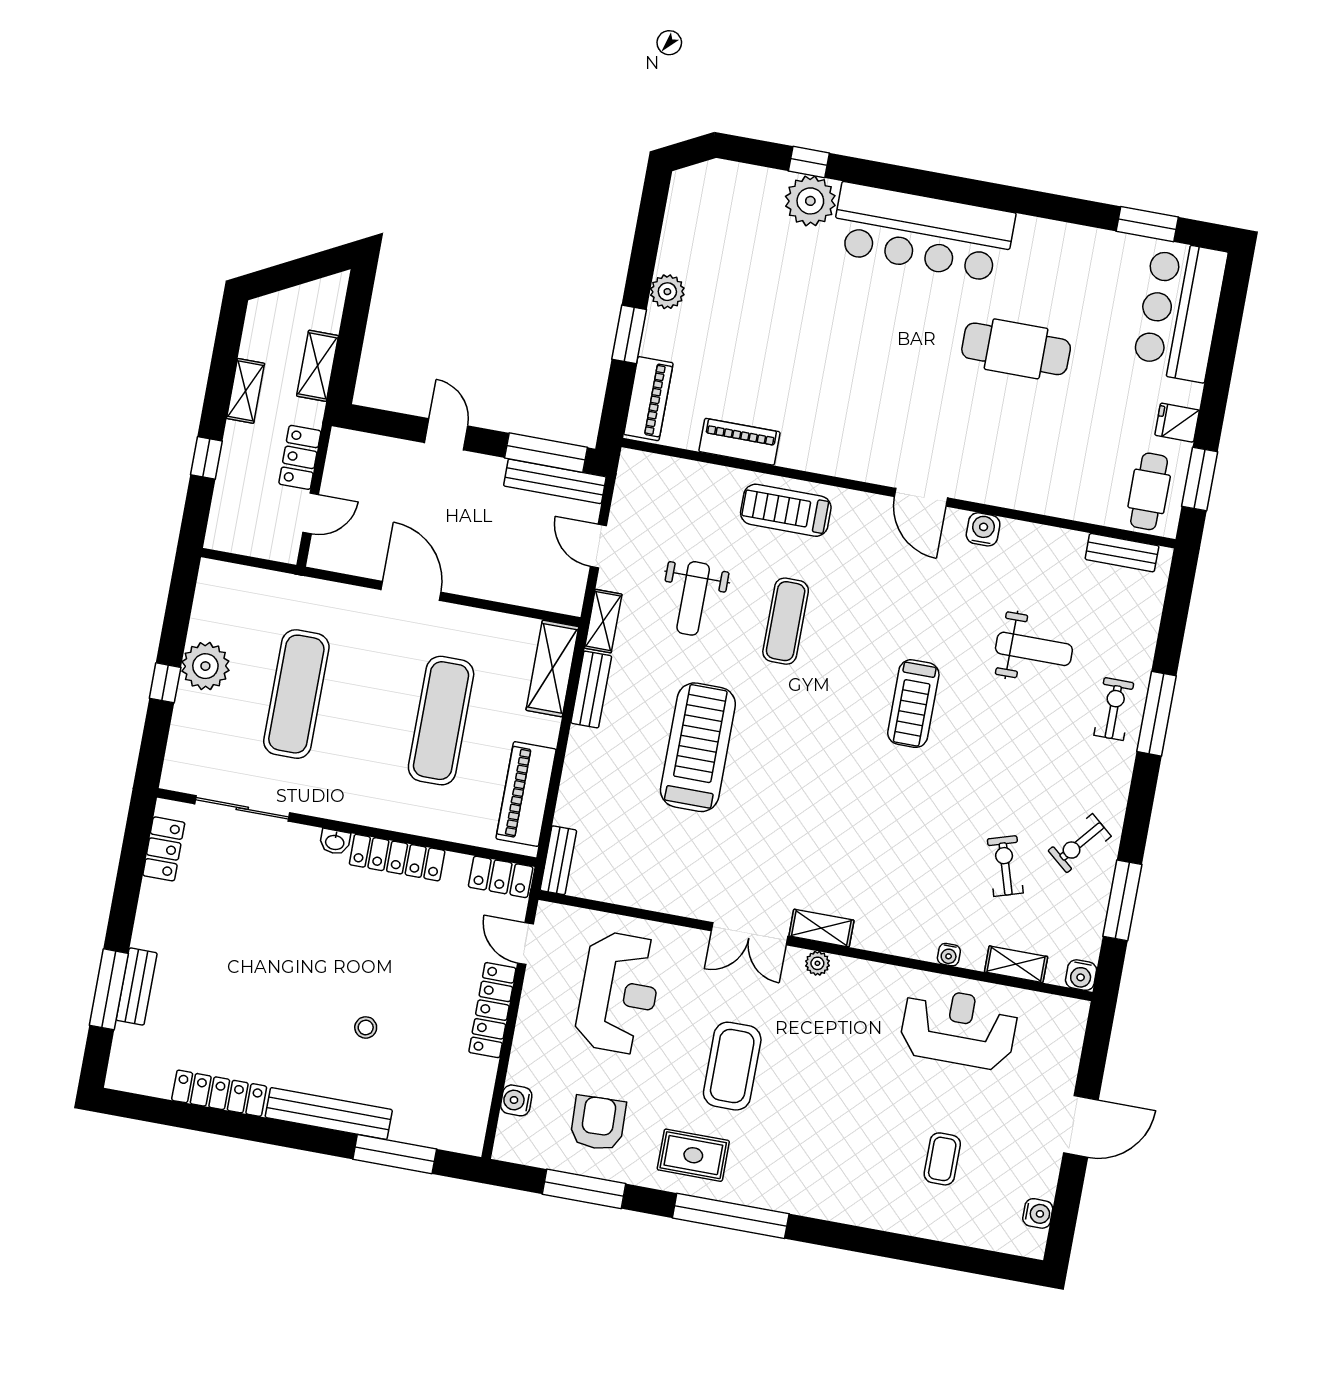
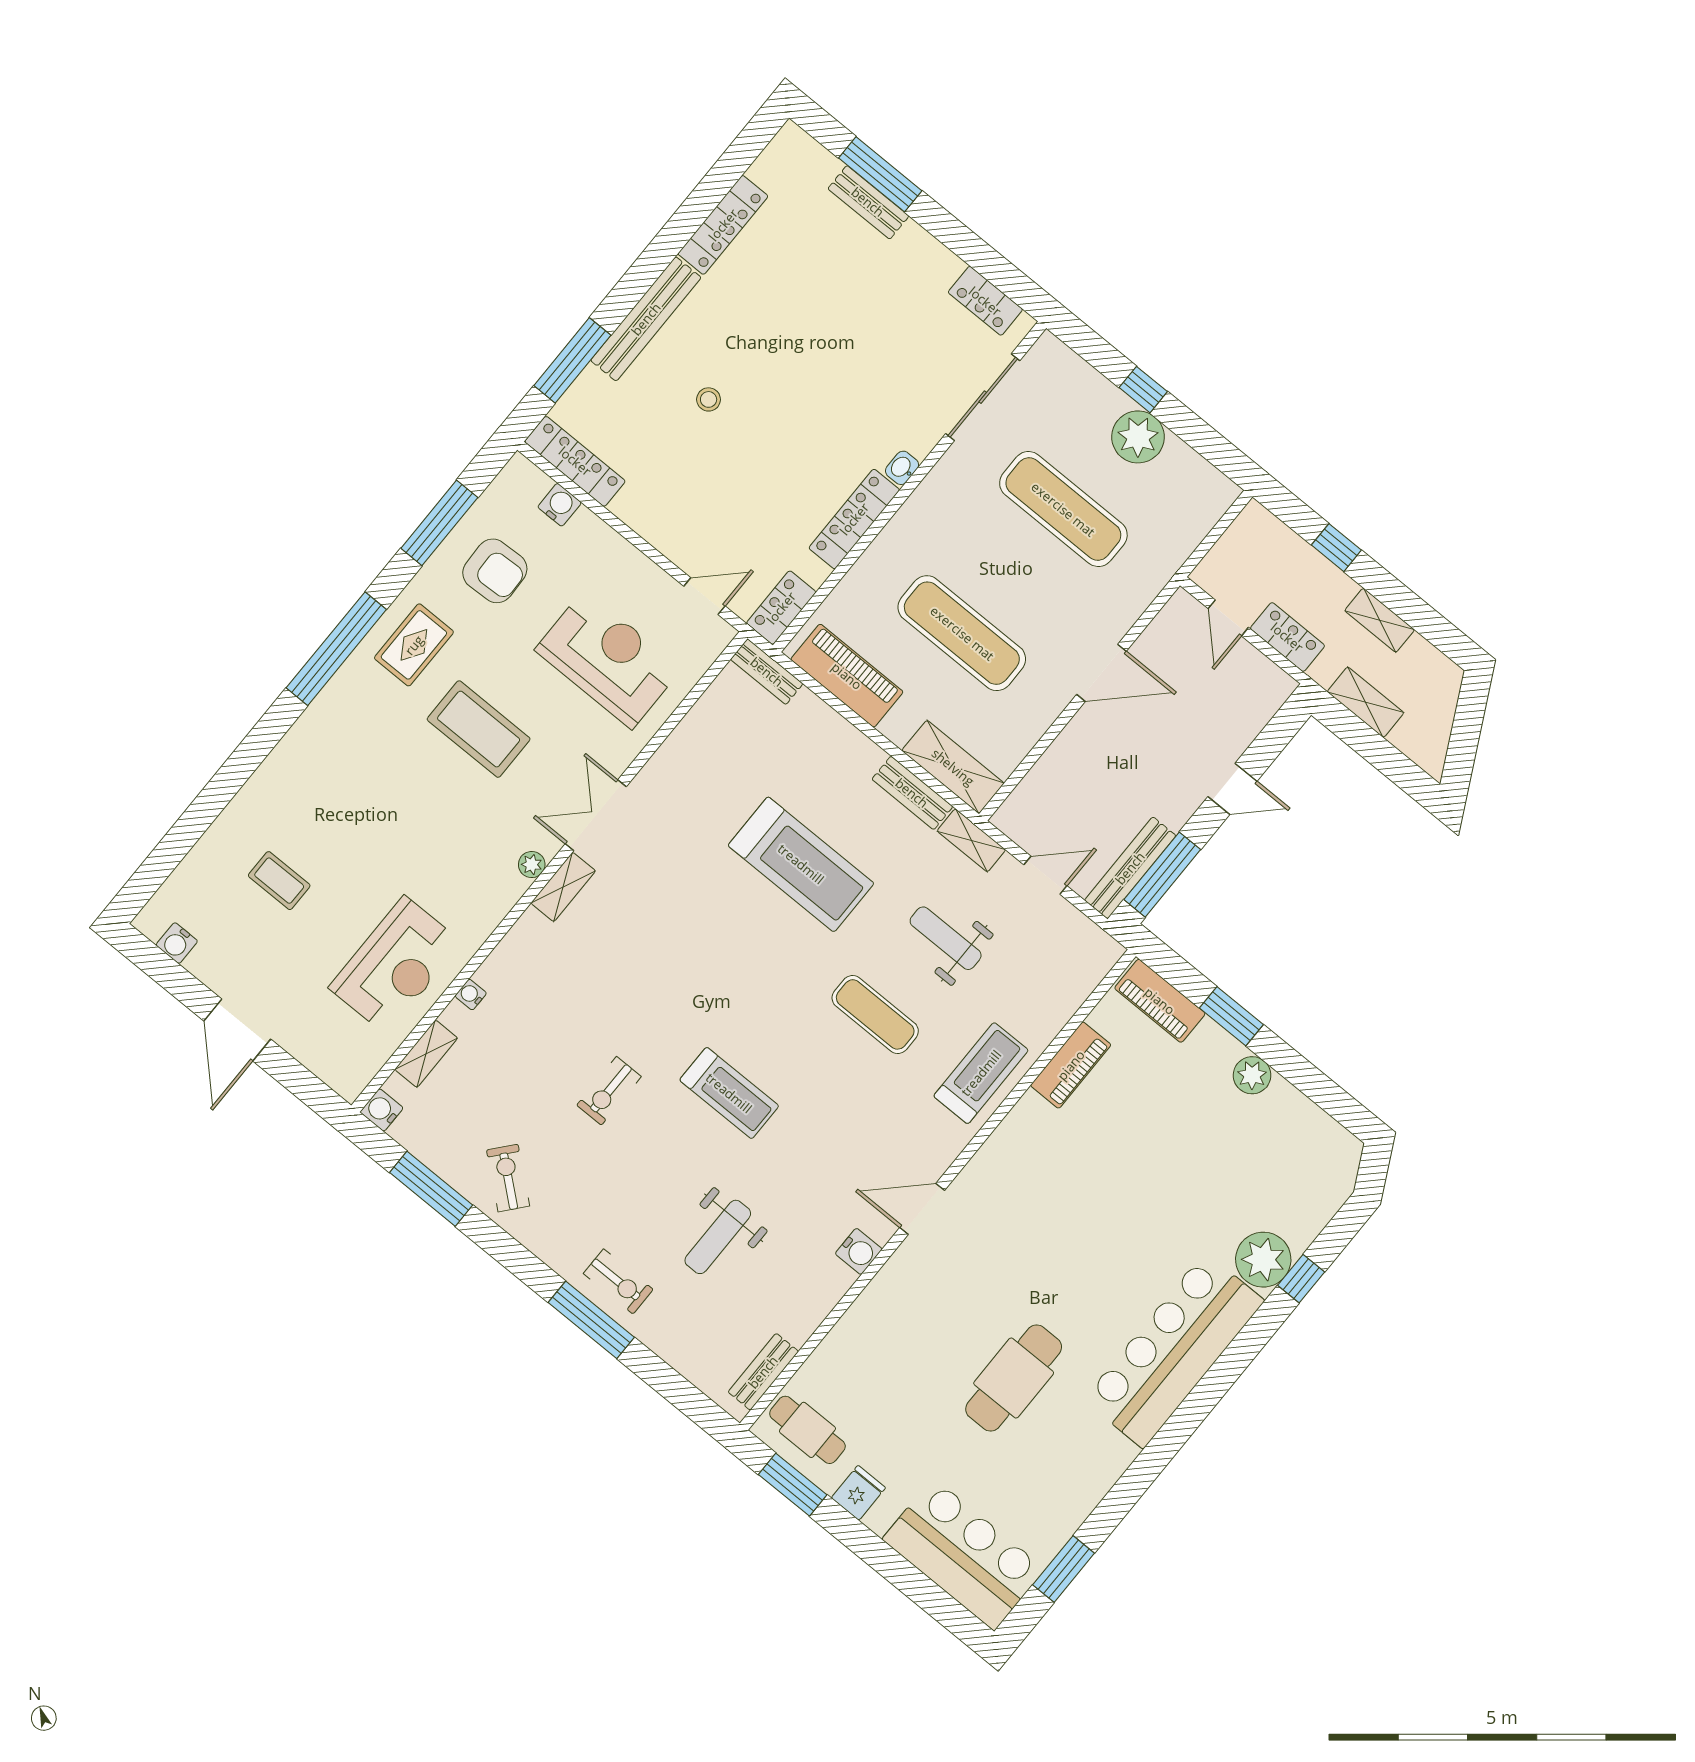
treadmill: (913, 704) -> (729, 1093), turned 180
exercise bike: (1005, 866) -> (609, 1091), moved, turned 107
reception desk: (619, 993) -> (608, 659), turned 180
locker: (492, 1010) -> (575, 461), moved

